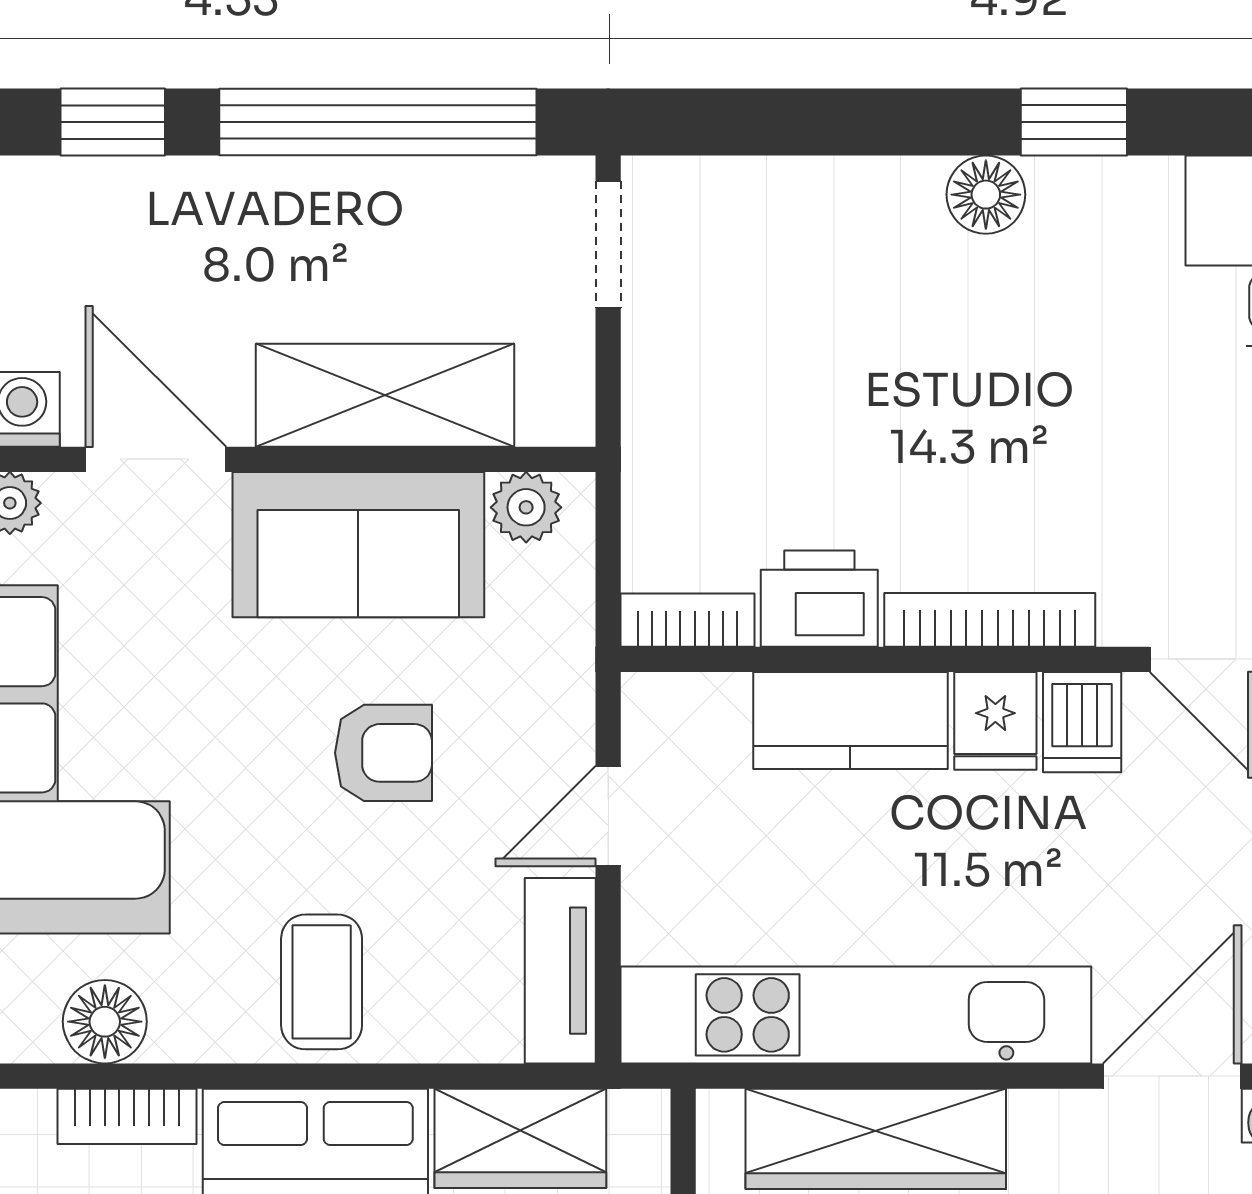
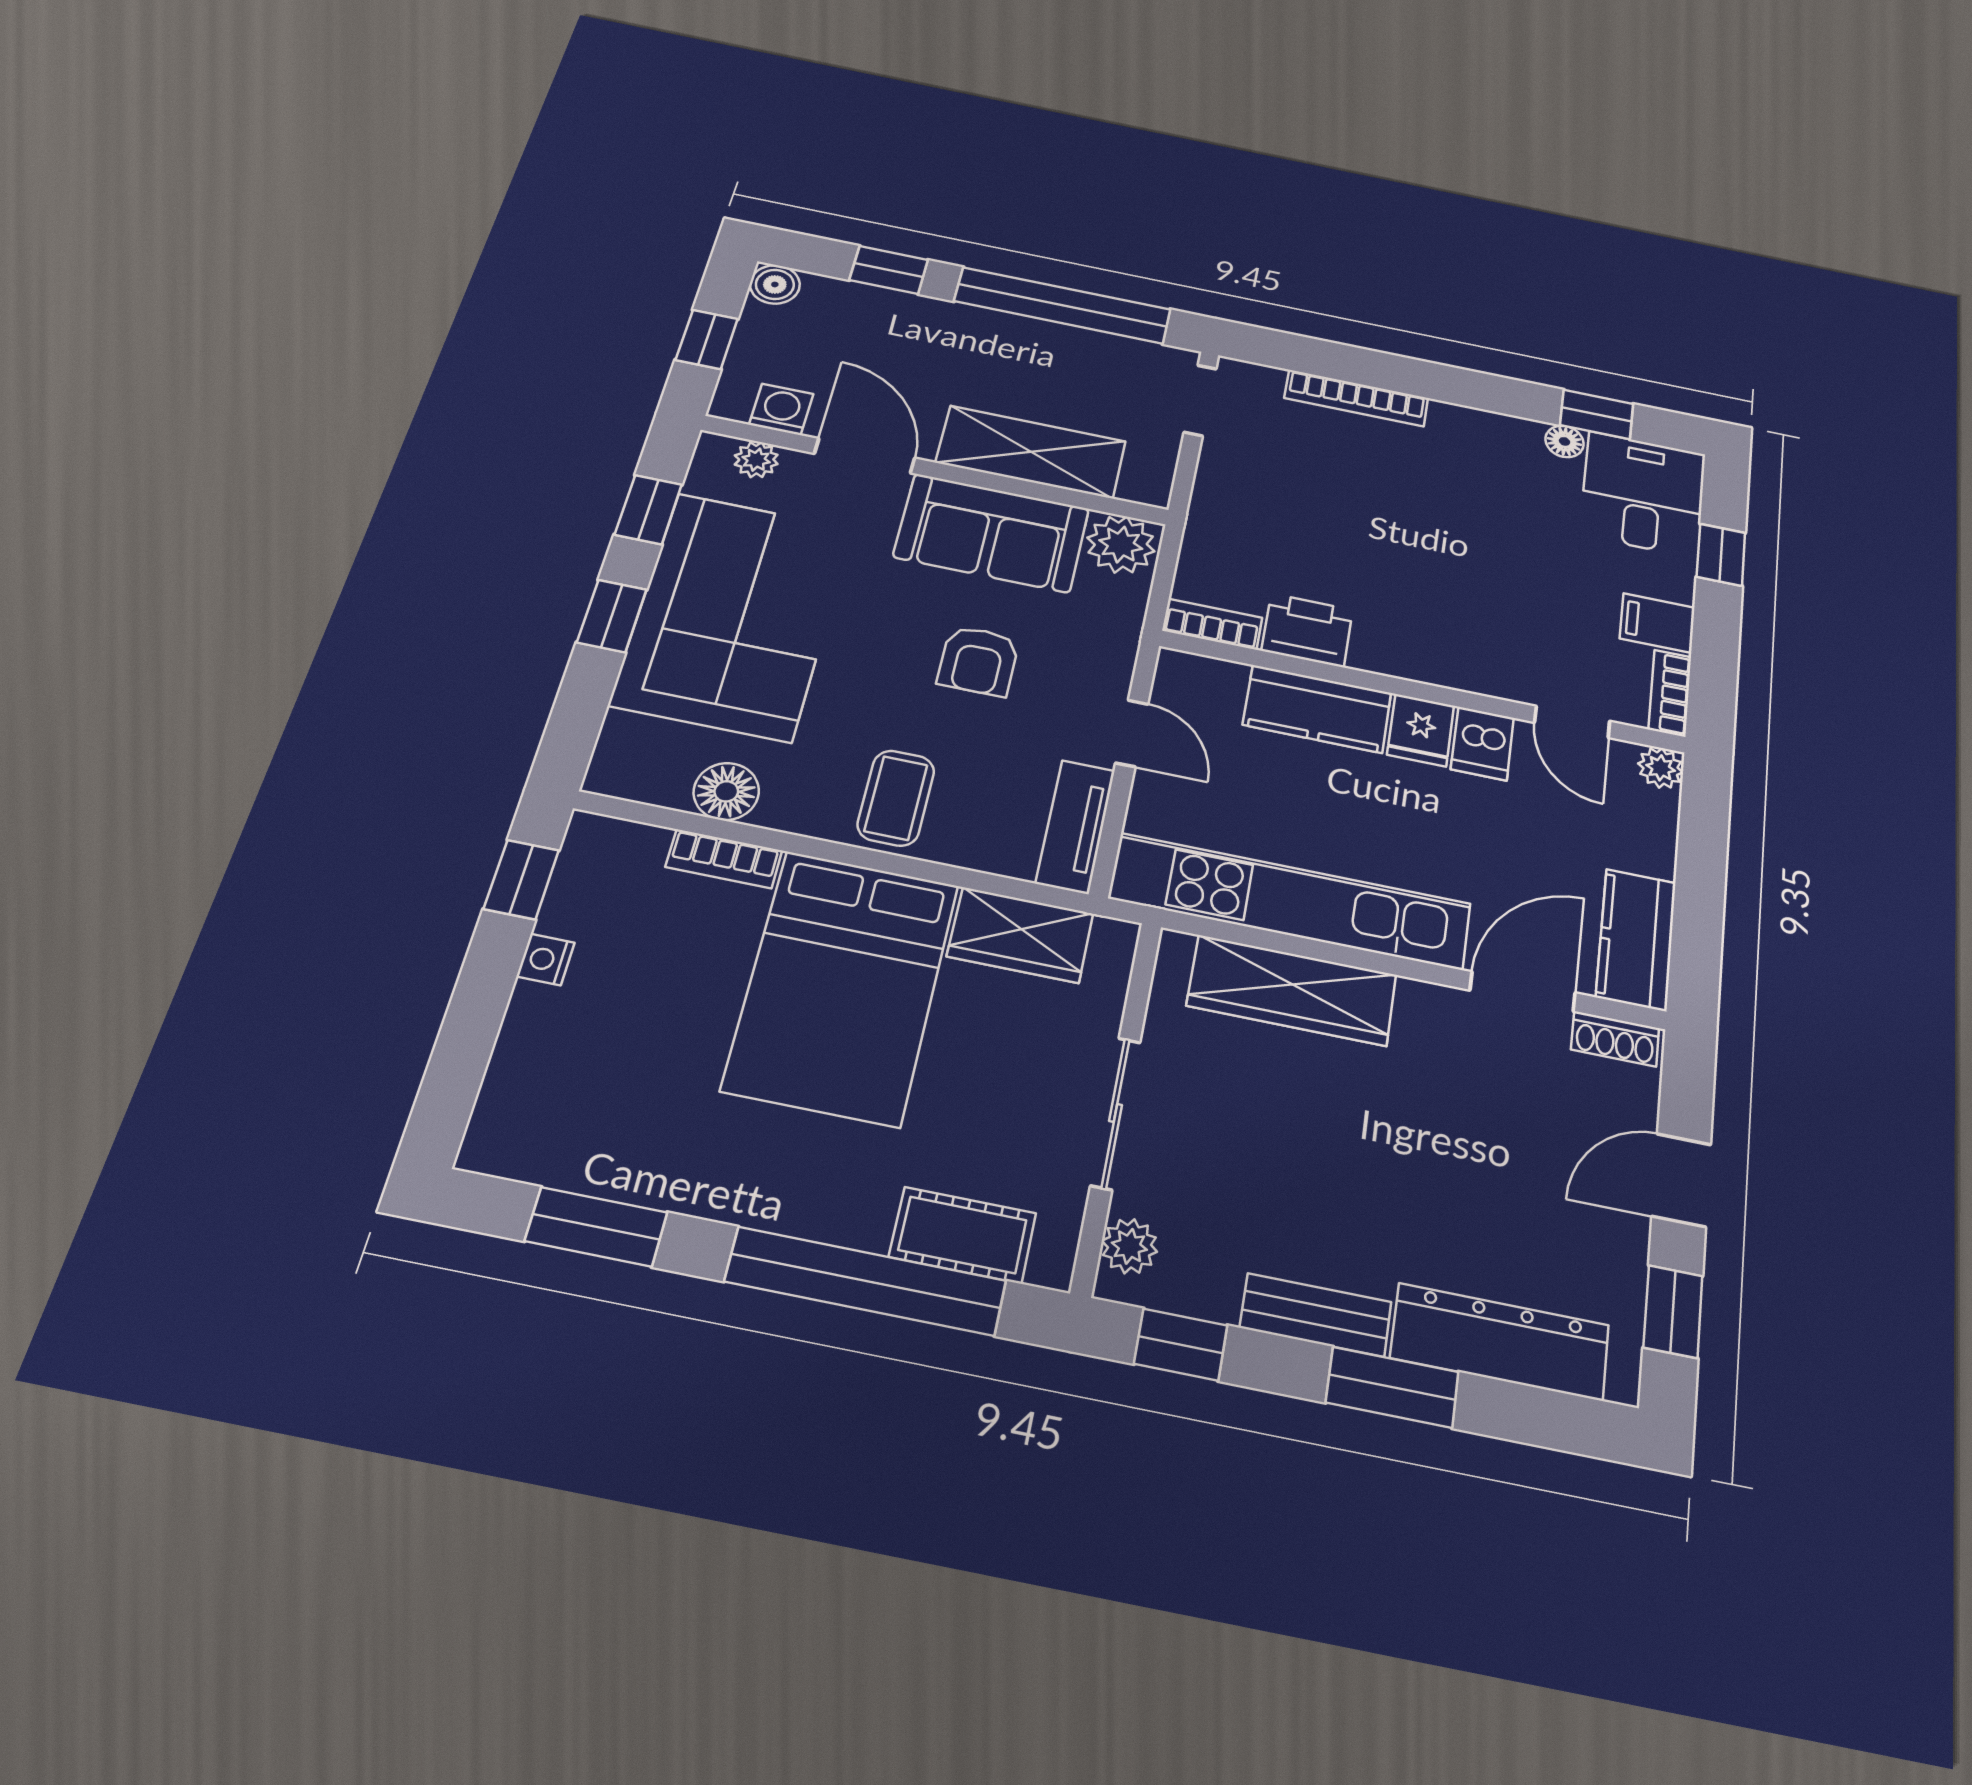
window: (1074, 122) -> (1597, 414), moved
floor lamp: (986, 195) -> (1565, 441), moved, width x0.73, depth x0.73
plant: (526, 507) -> (1121, 544), width x1.38, depth x1.38
bookcase: (990, 620) -> (1356, 398), moved, turned 180
armchair: (384, 753) -> (978, 661), turned 90
door: (608, 816) -> (1132, 733), swing flipped

